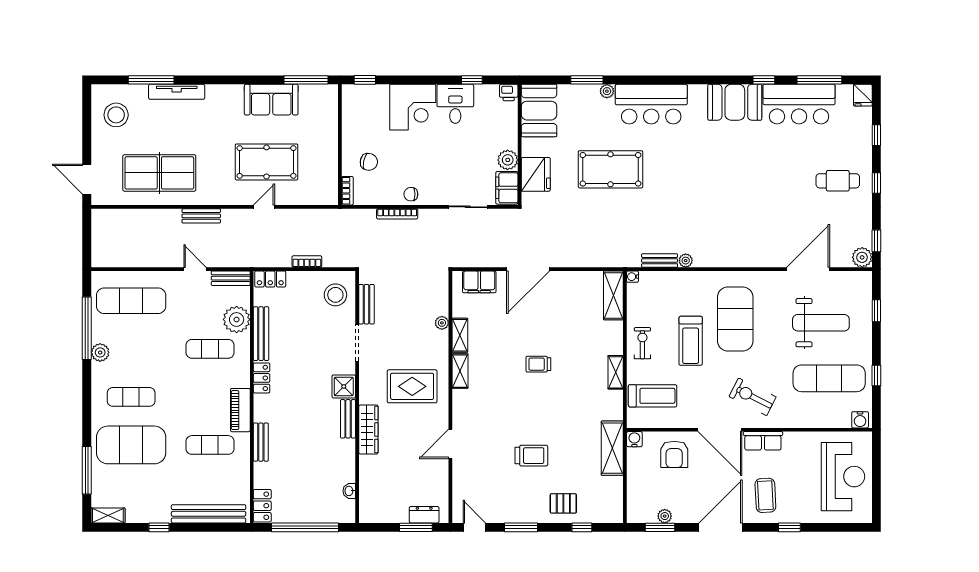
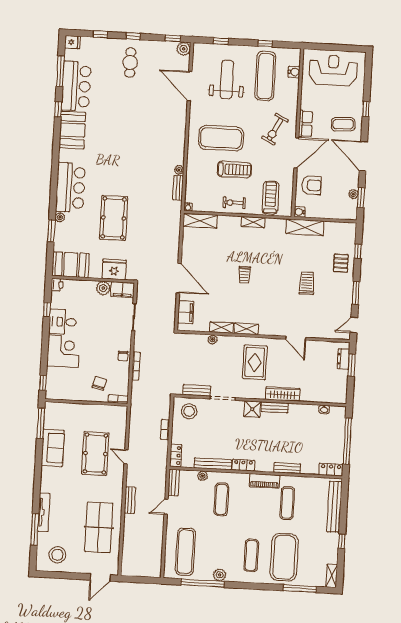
plant: (237, 319) -> (202, 476), width x0.53, depth x0.53
water cooler: (860, 420) -> (294, 72), moved

